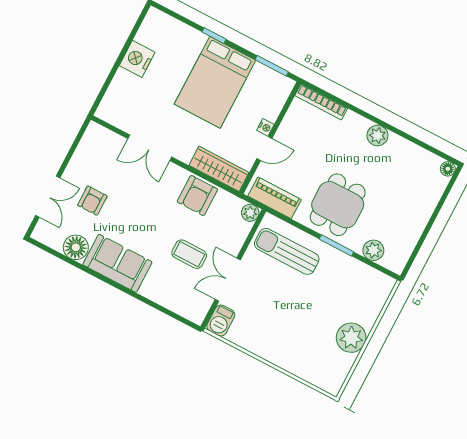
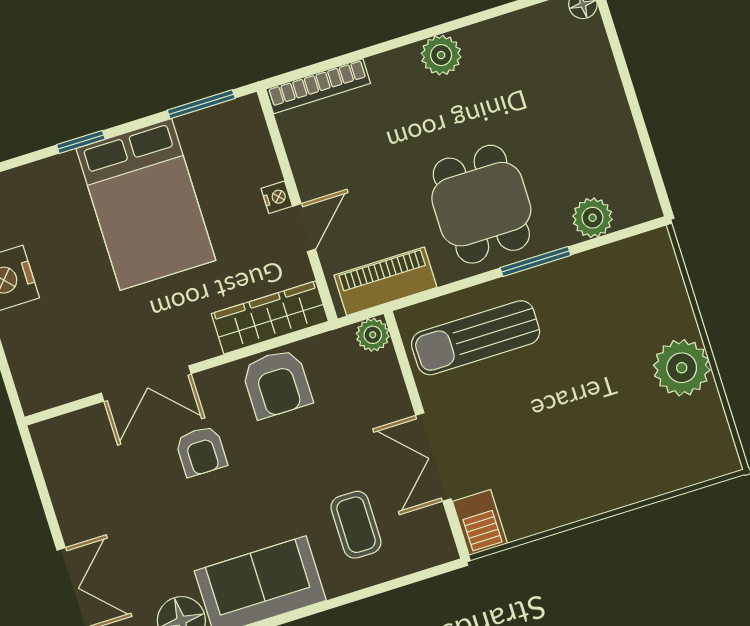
armchair: (92, 201) -> (201, 451), moved
coffee table: (189, 254) -> (356, 525), moved, turned 90

